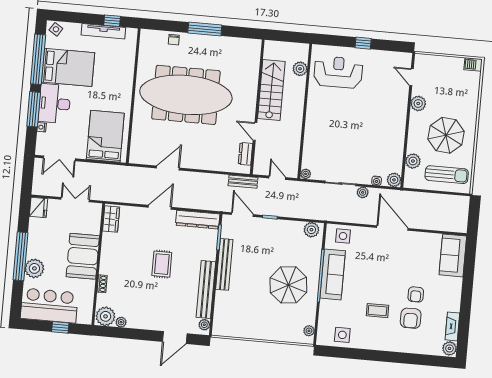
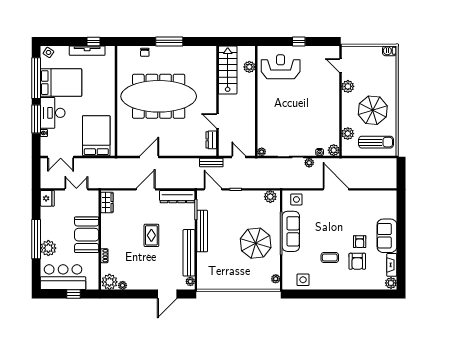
stairs: (271, 90) -> (228, 70), moved
sofa: (453, 255) -> (387, 236), moved

